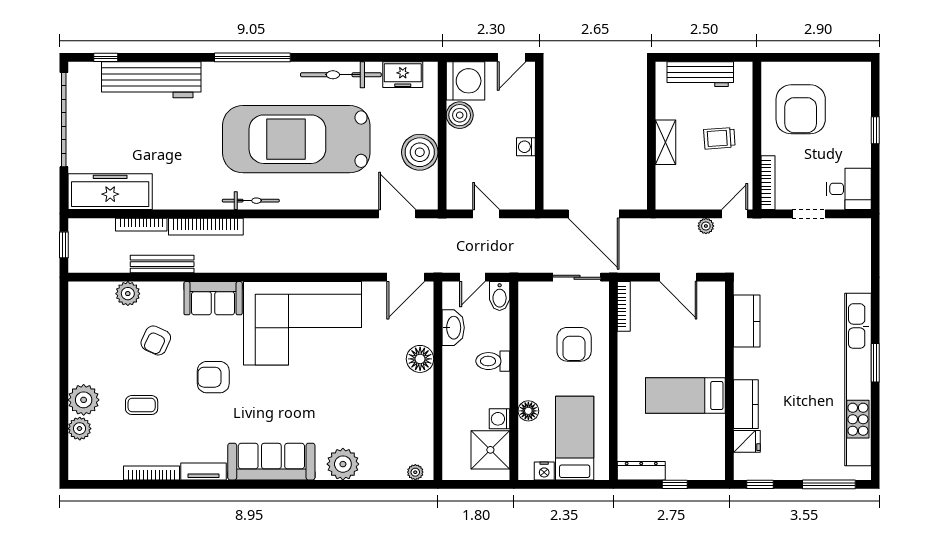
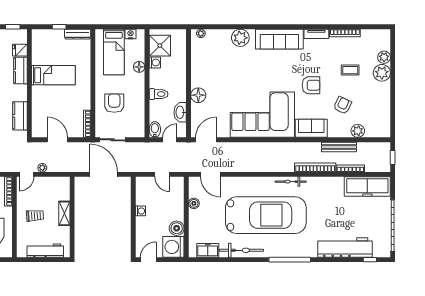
boiler: (420, 152) -> (194, 203), width x0.54, depth x0.54

